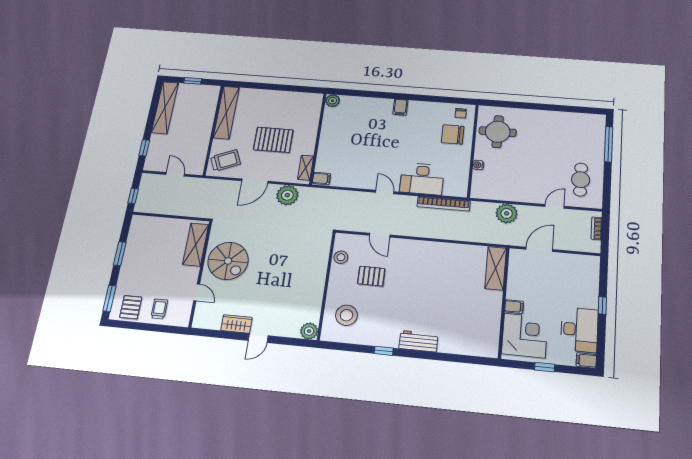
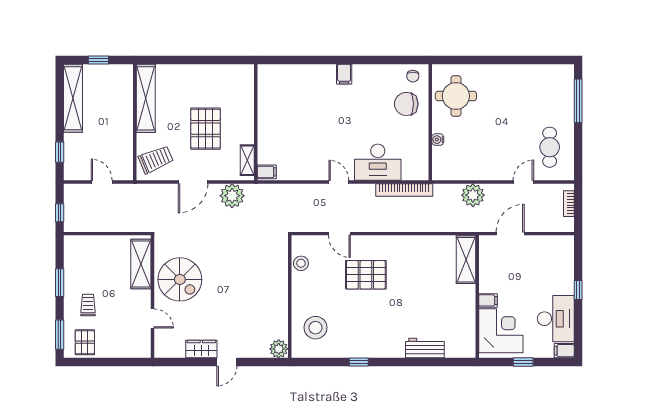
plant: (333, 101) -> (266, 72), removed
pallet: (273, 140) -> (206, 129), turned 90
pallet: (371, 276) -> (366, 275), moved, width x1.50, depth x1.42
trolley: (159, 309) -> (88, 305), moved
workbench: (418, 341) -> (425, 348), moved

